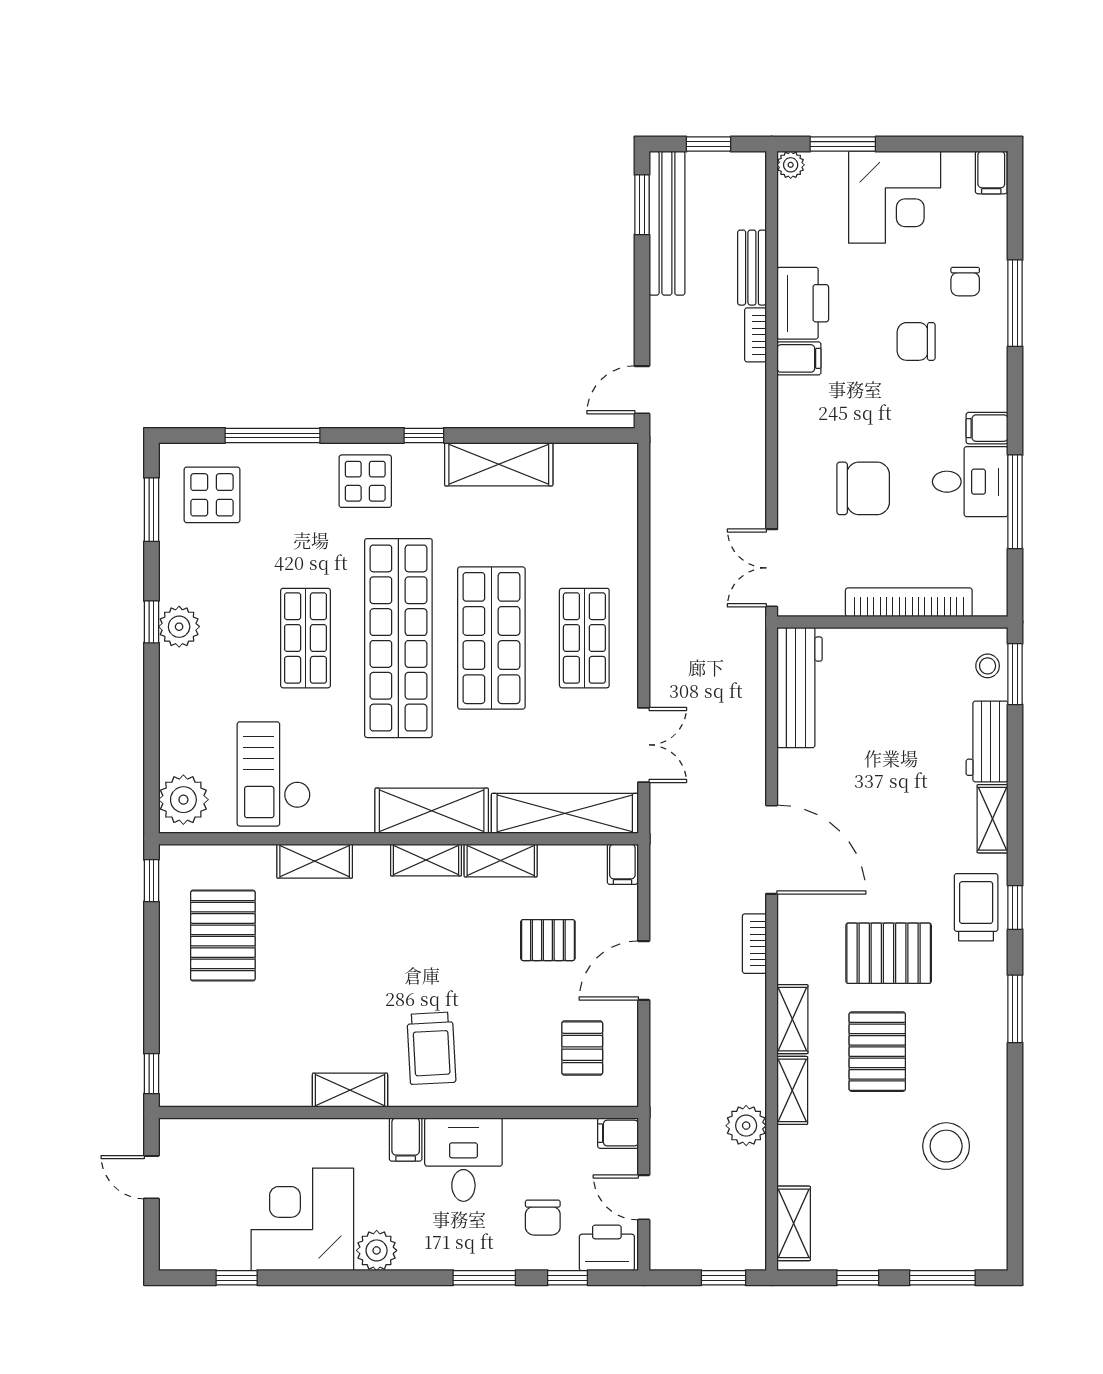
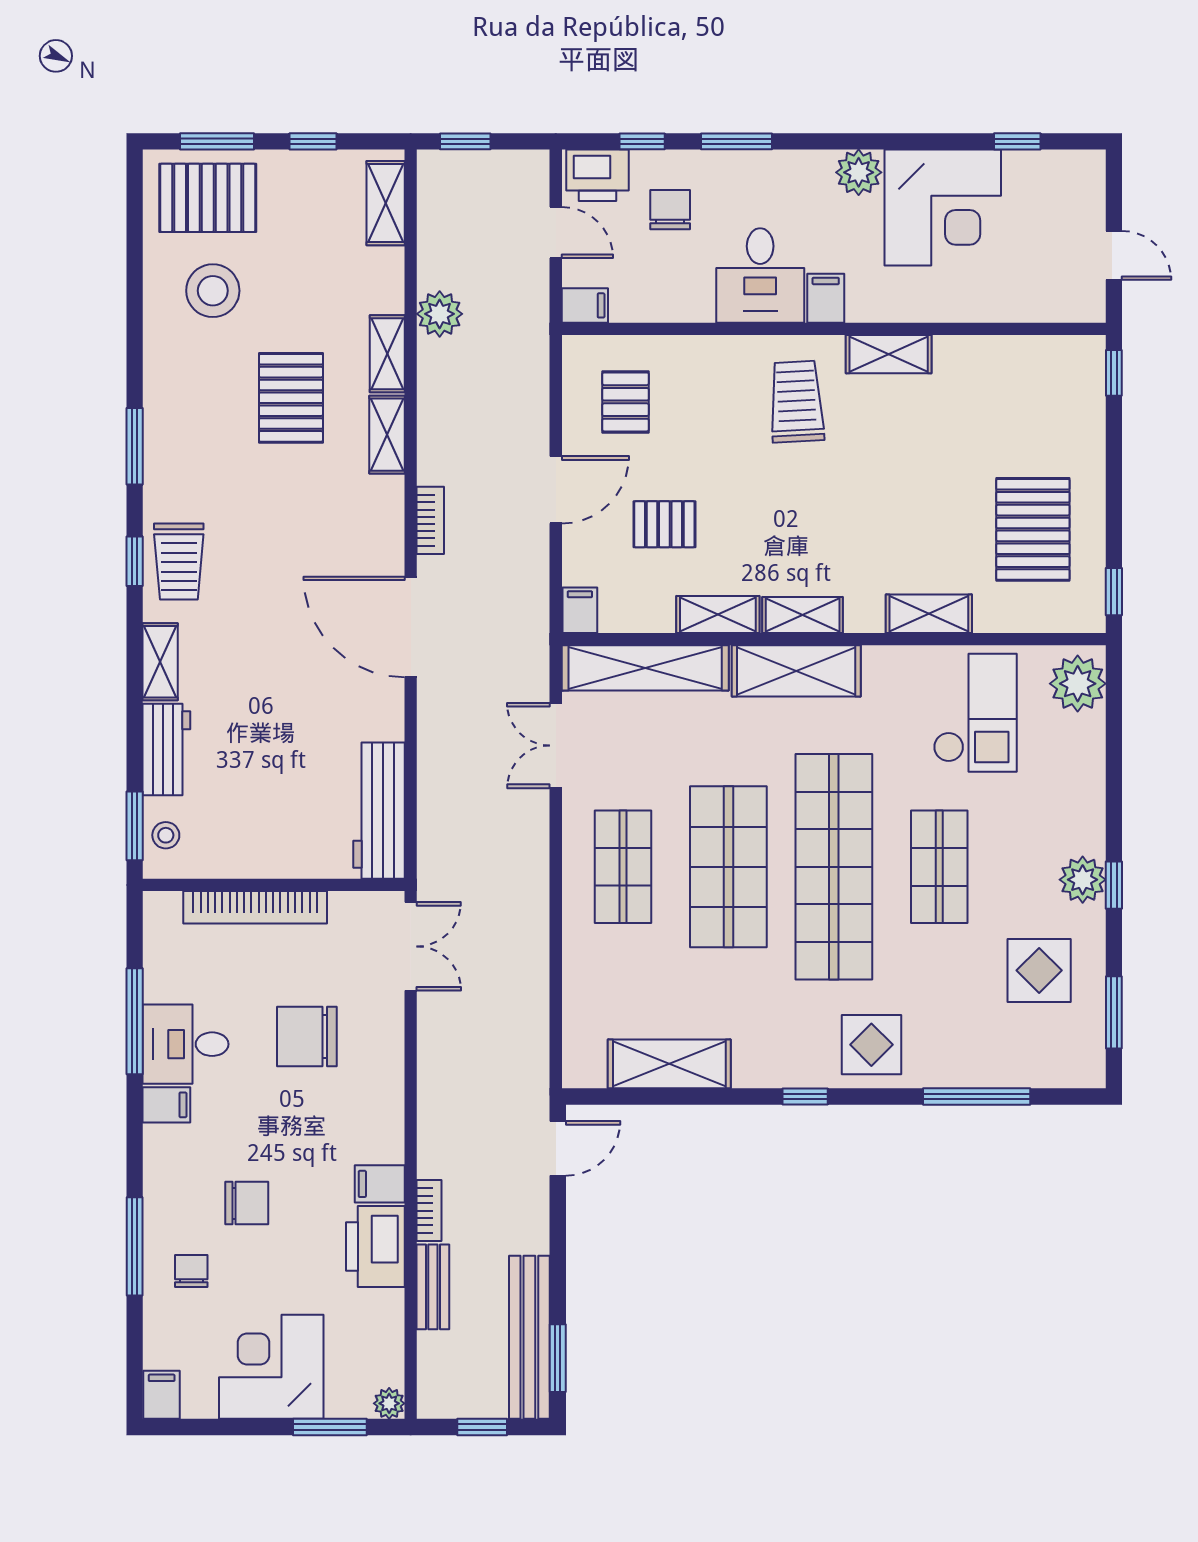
shelving: (499, 464) -> (669, 1064), moved
display table: (212, 495) -> (1039, 970), moved
pallet: (889, 953) -> (208, 198), moved

